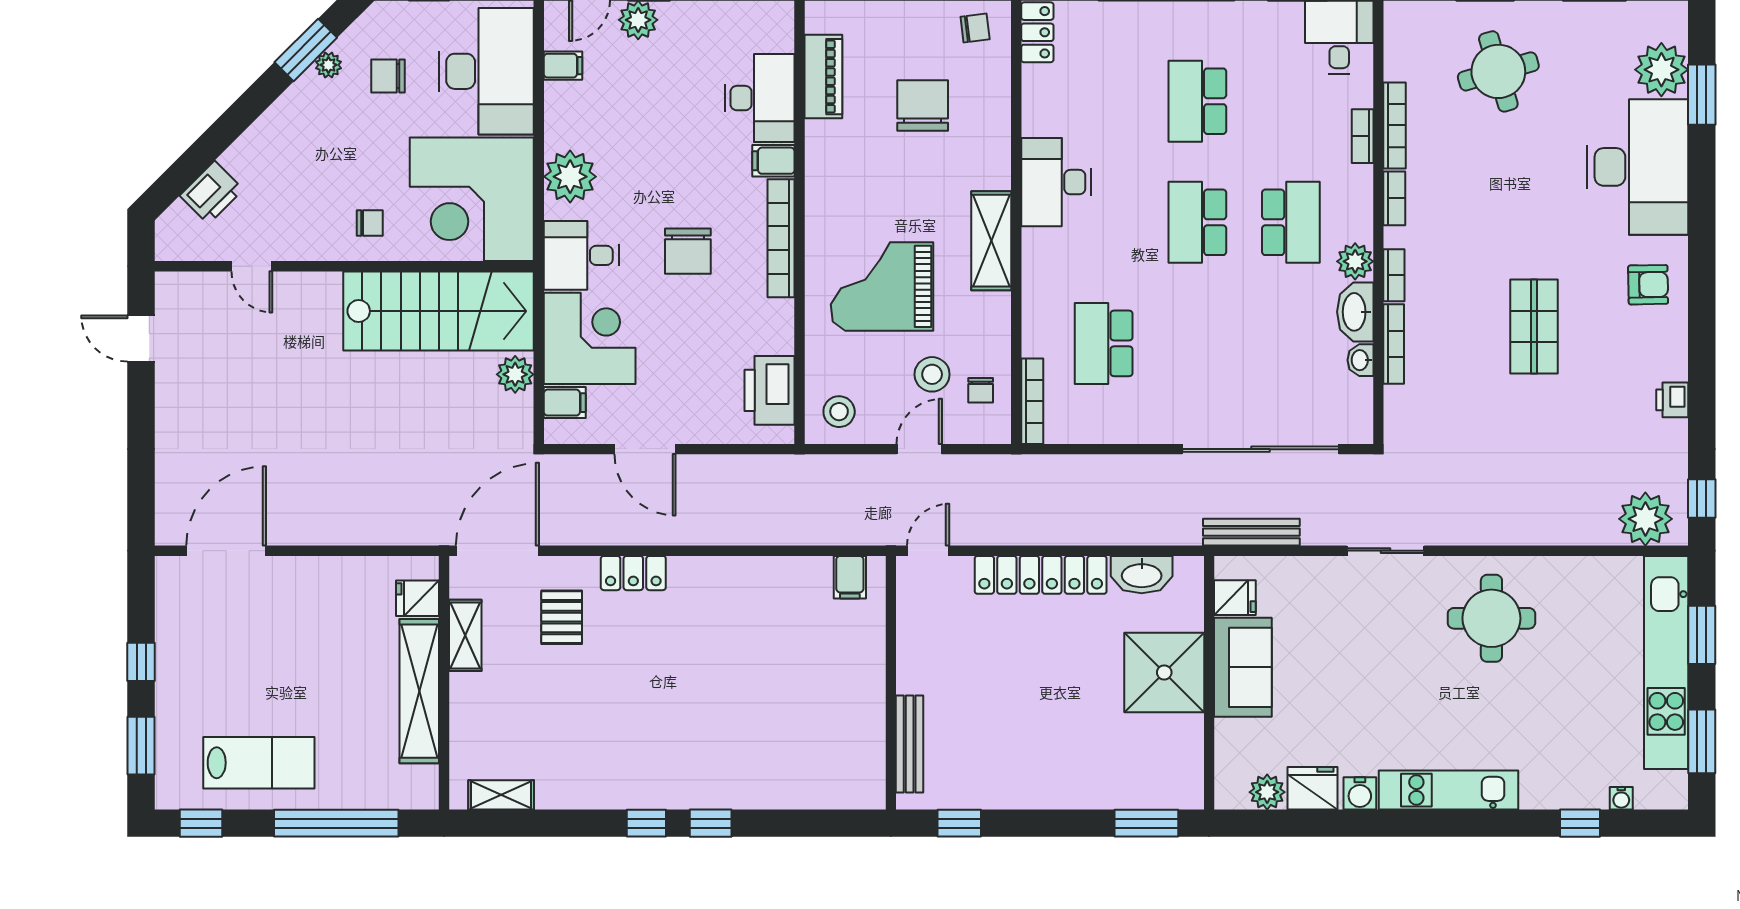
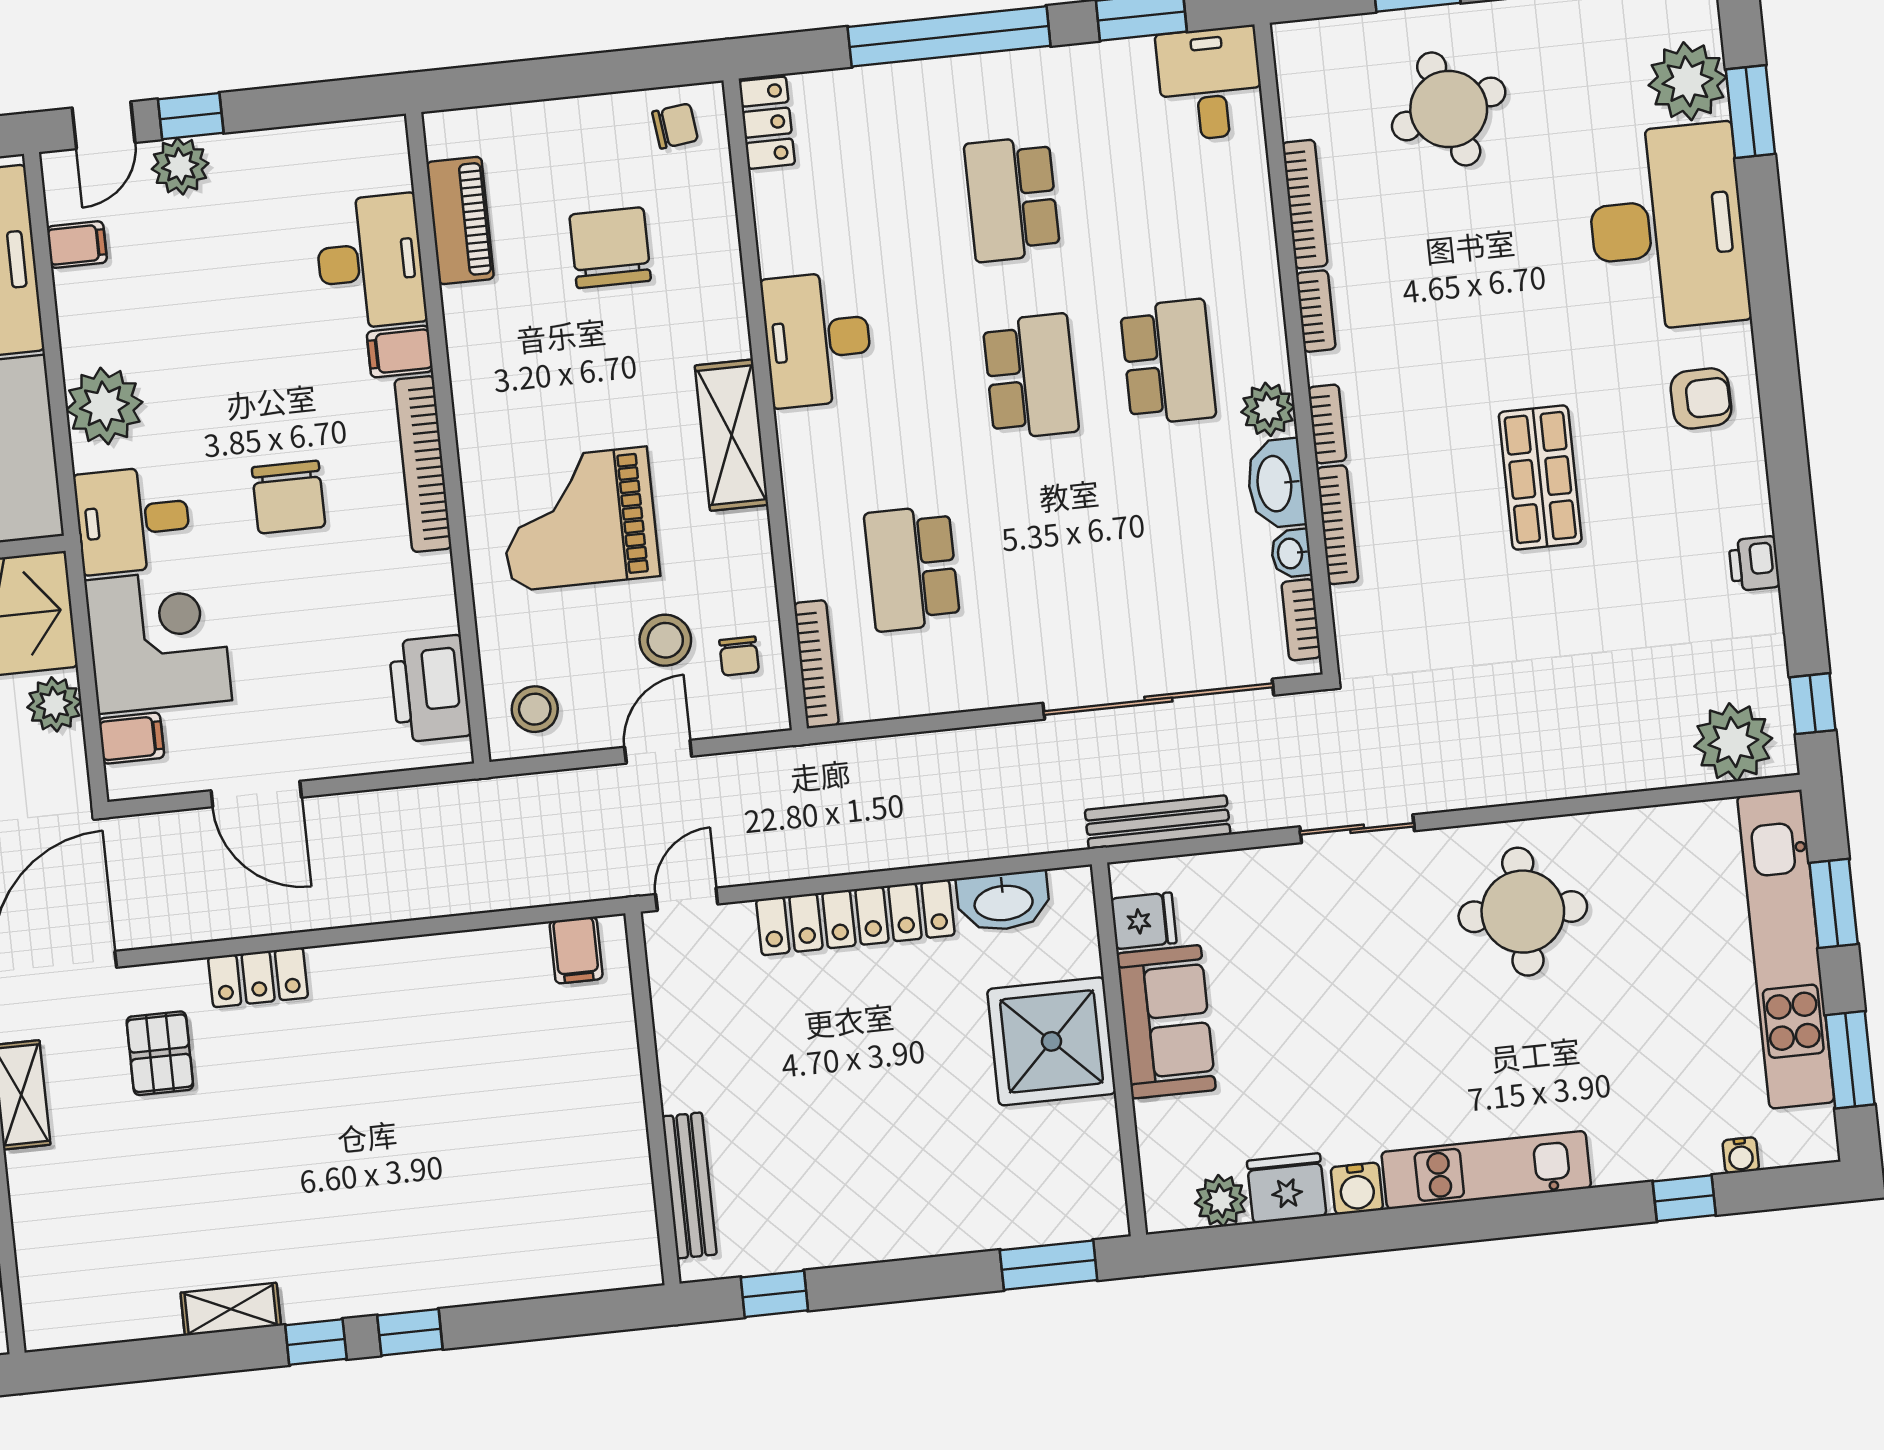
bookcase: (1363, 136) -> (1301, 620), moved
school desk: (1197, 222) -> (1031, 376), turned 180
shelving: (501, 795) -> (231, 1309), moved

